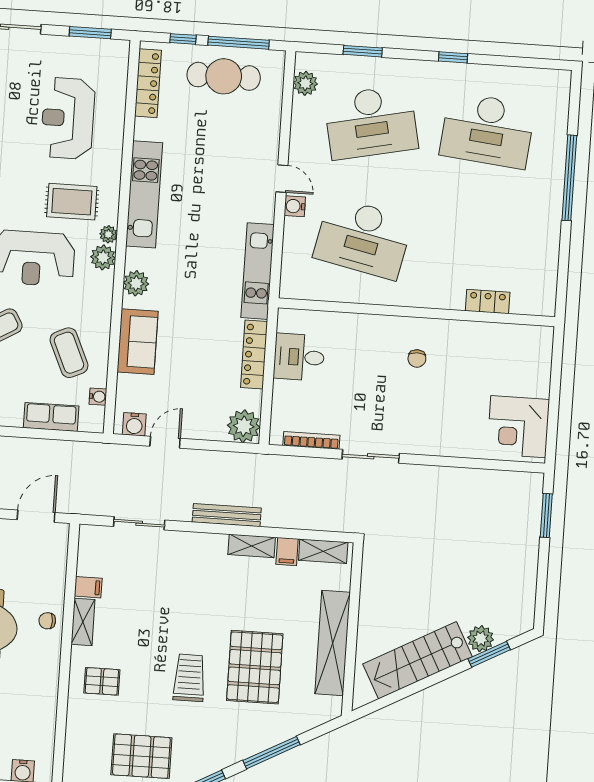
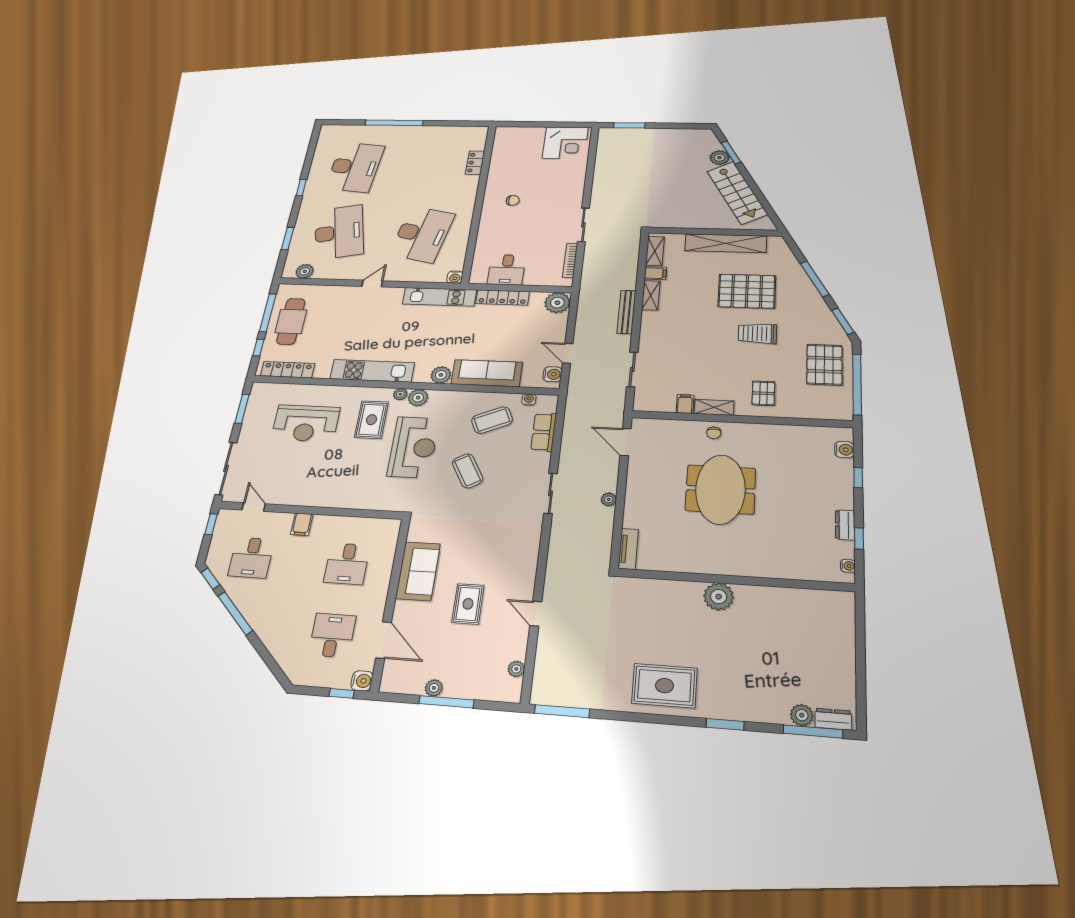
water cooler: (295, 206) -> (455, 277), moved
sofa: (138, 342) -> (487, 373), width x1.36

